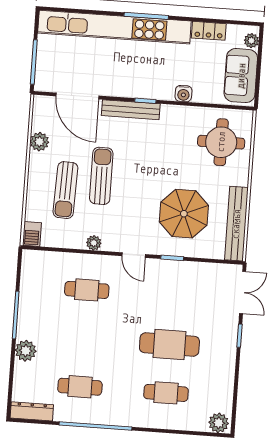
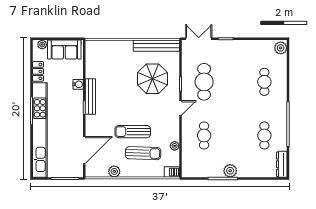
bench: (131, 110) -> (90, 97), moved
round table: (221, 142) -> (107, 59), removed
plant: (94, 243) -> (175, 146), moved
cafe table: (169, 345) -> (204, 82), moved
plant: (26, 351) -> (230, 171), moved

